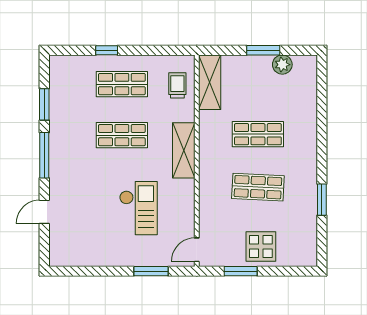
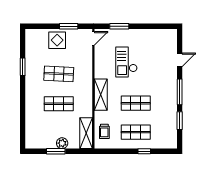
plant: (282, 65) -> (62, 143), moved

